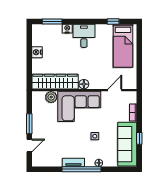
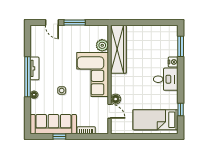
nightstand: (37, 52) -> (149, 31), removed
floor lamp: (84, 84) -> (116, 99), moved

